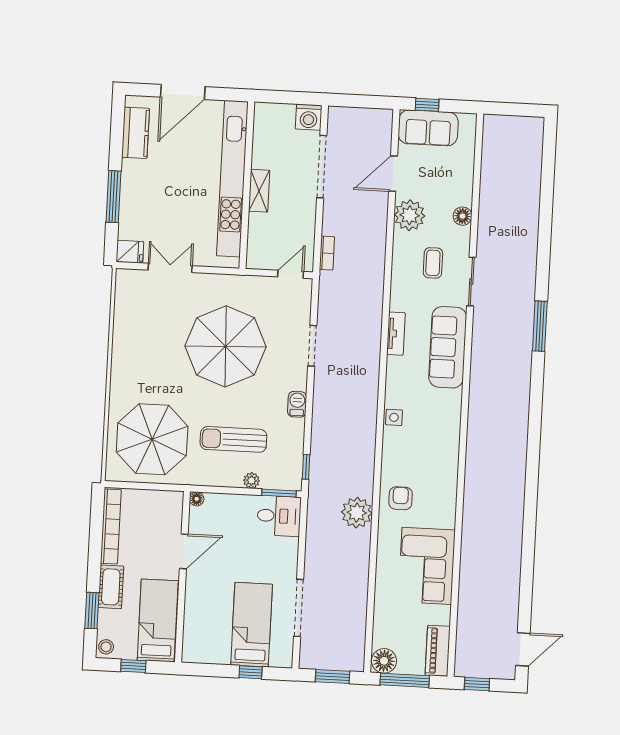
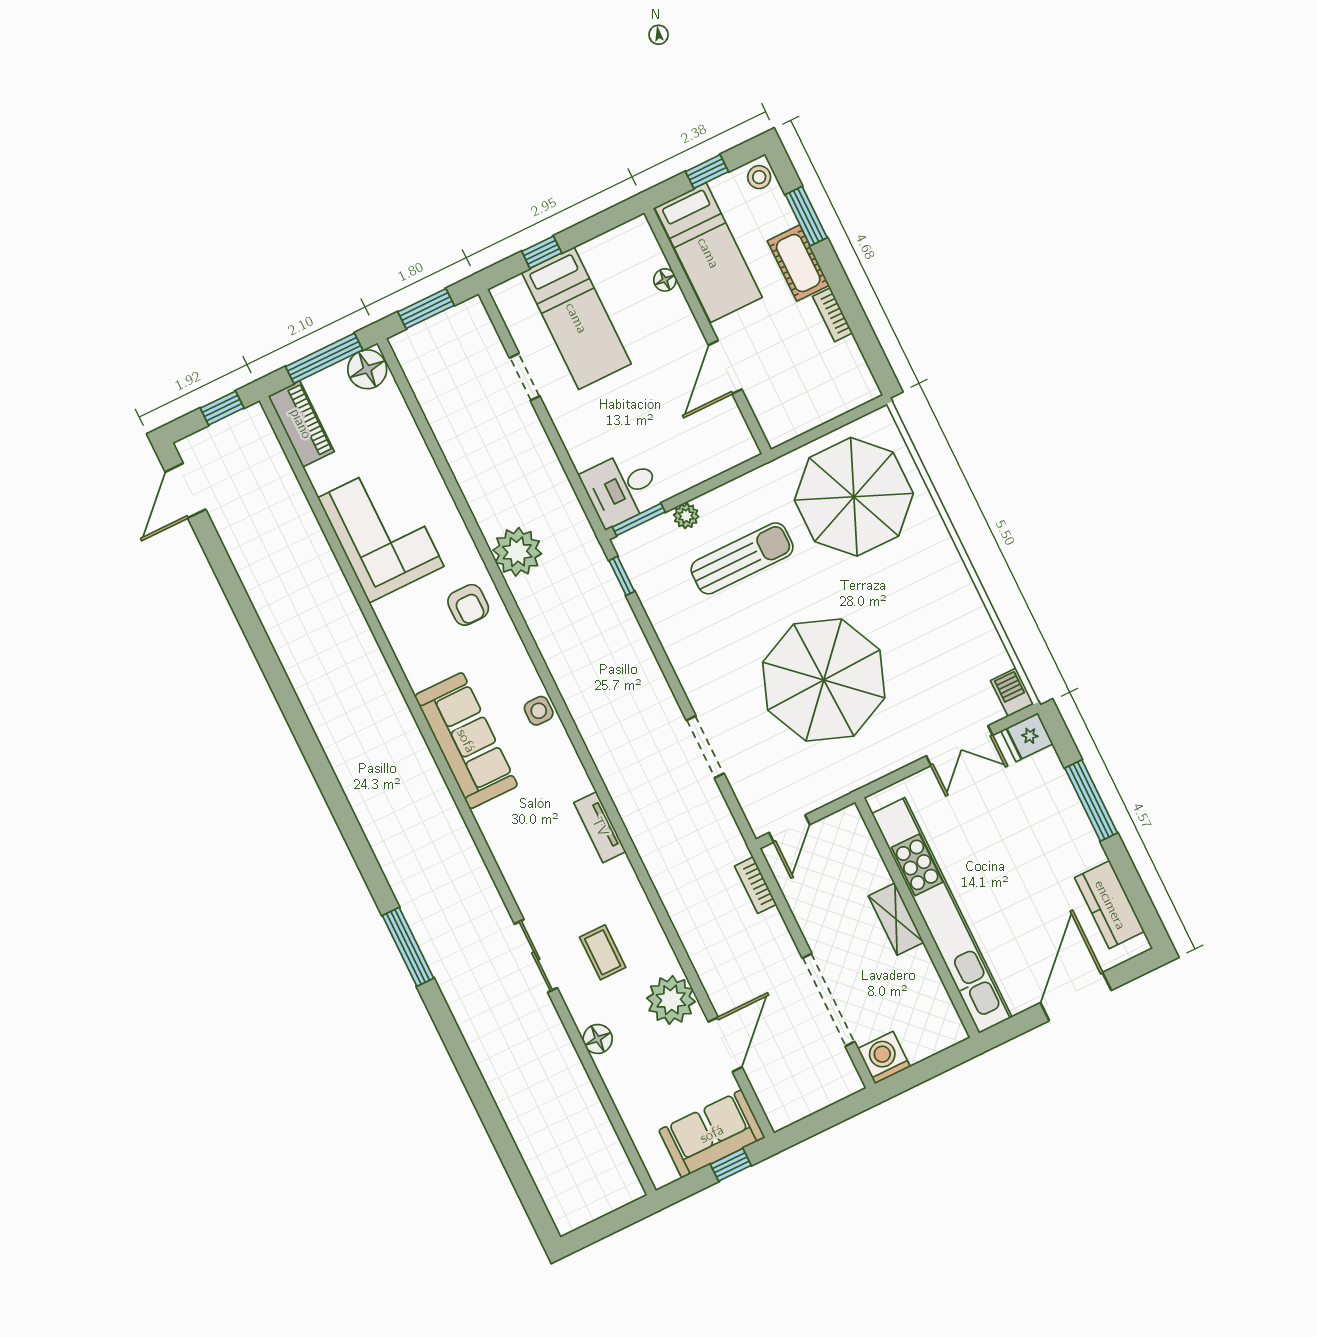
sofa: (448, 347) -> (466, 741), moved
barbecue: (297, 404) -> (1012, 692), moved, turned 180
floor lamp: (197, 499) -> (665, 280), moved
bookcase: (111, 526) -> (833, 315), width x0.43, depth x0.76
doorway: (299, 608) -> (525, 377), width x0.53

